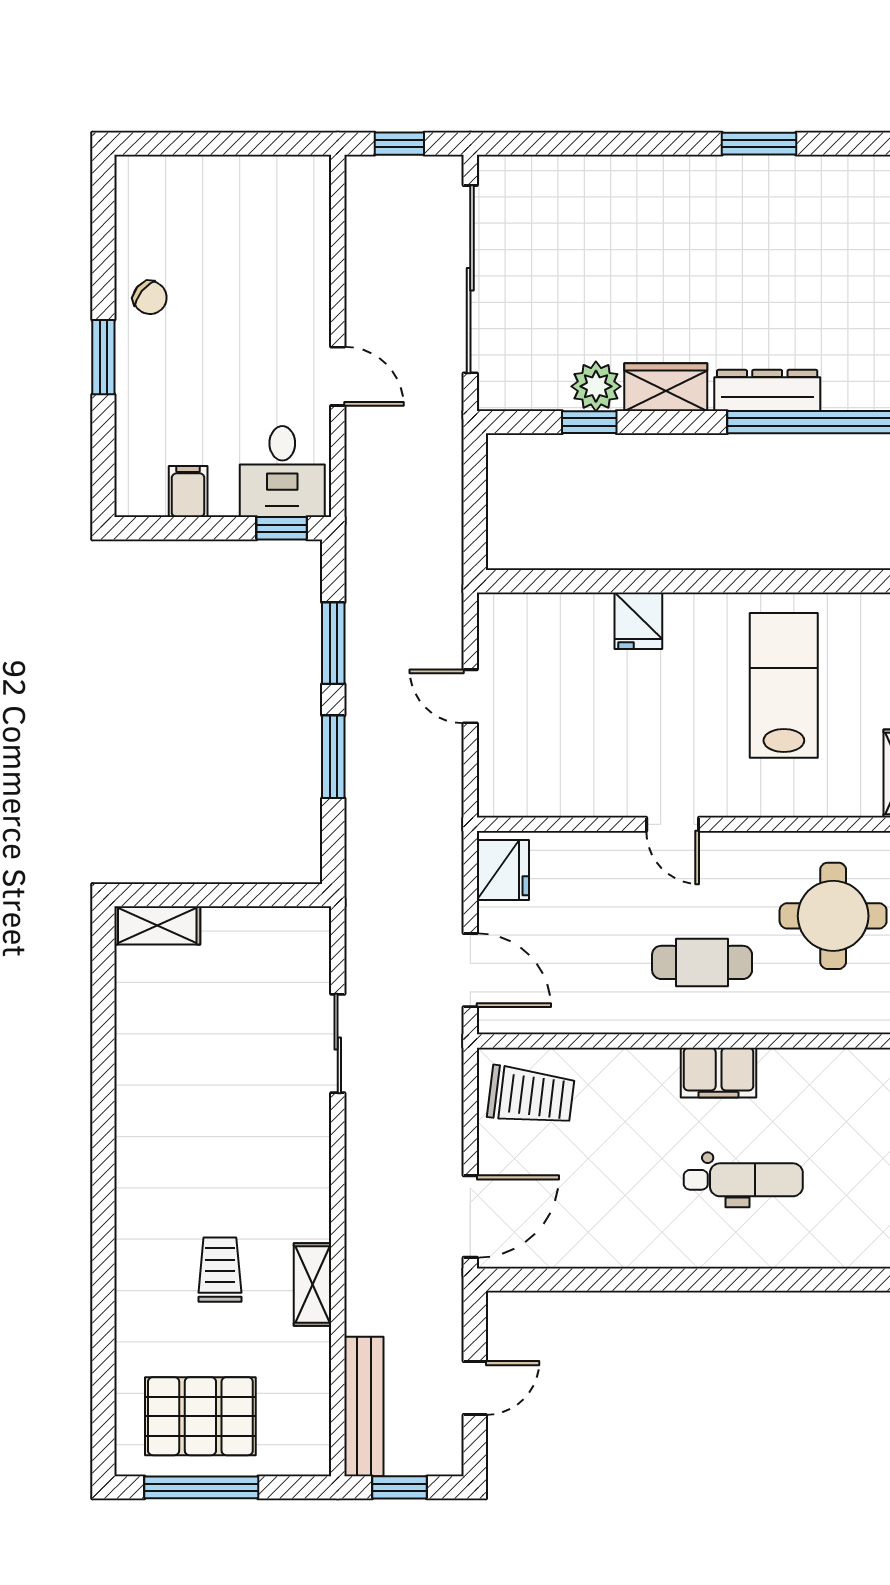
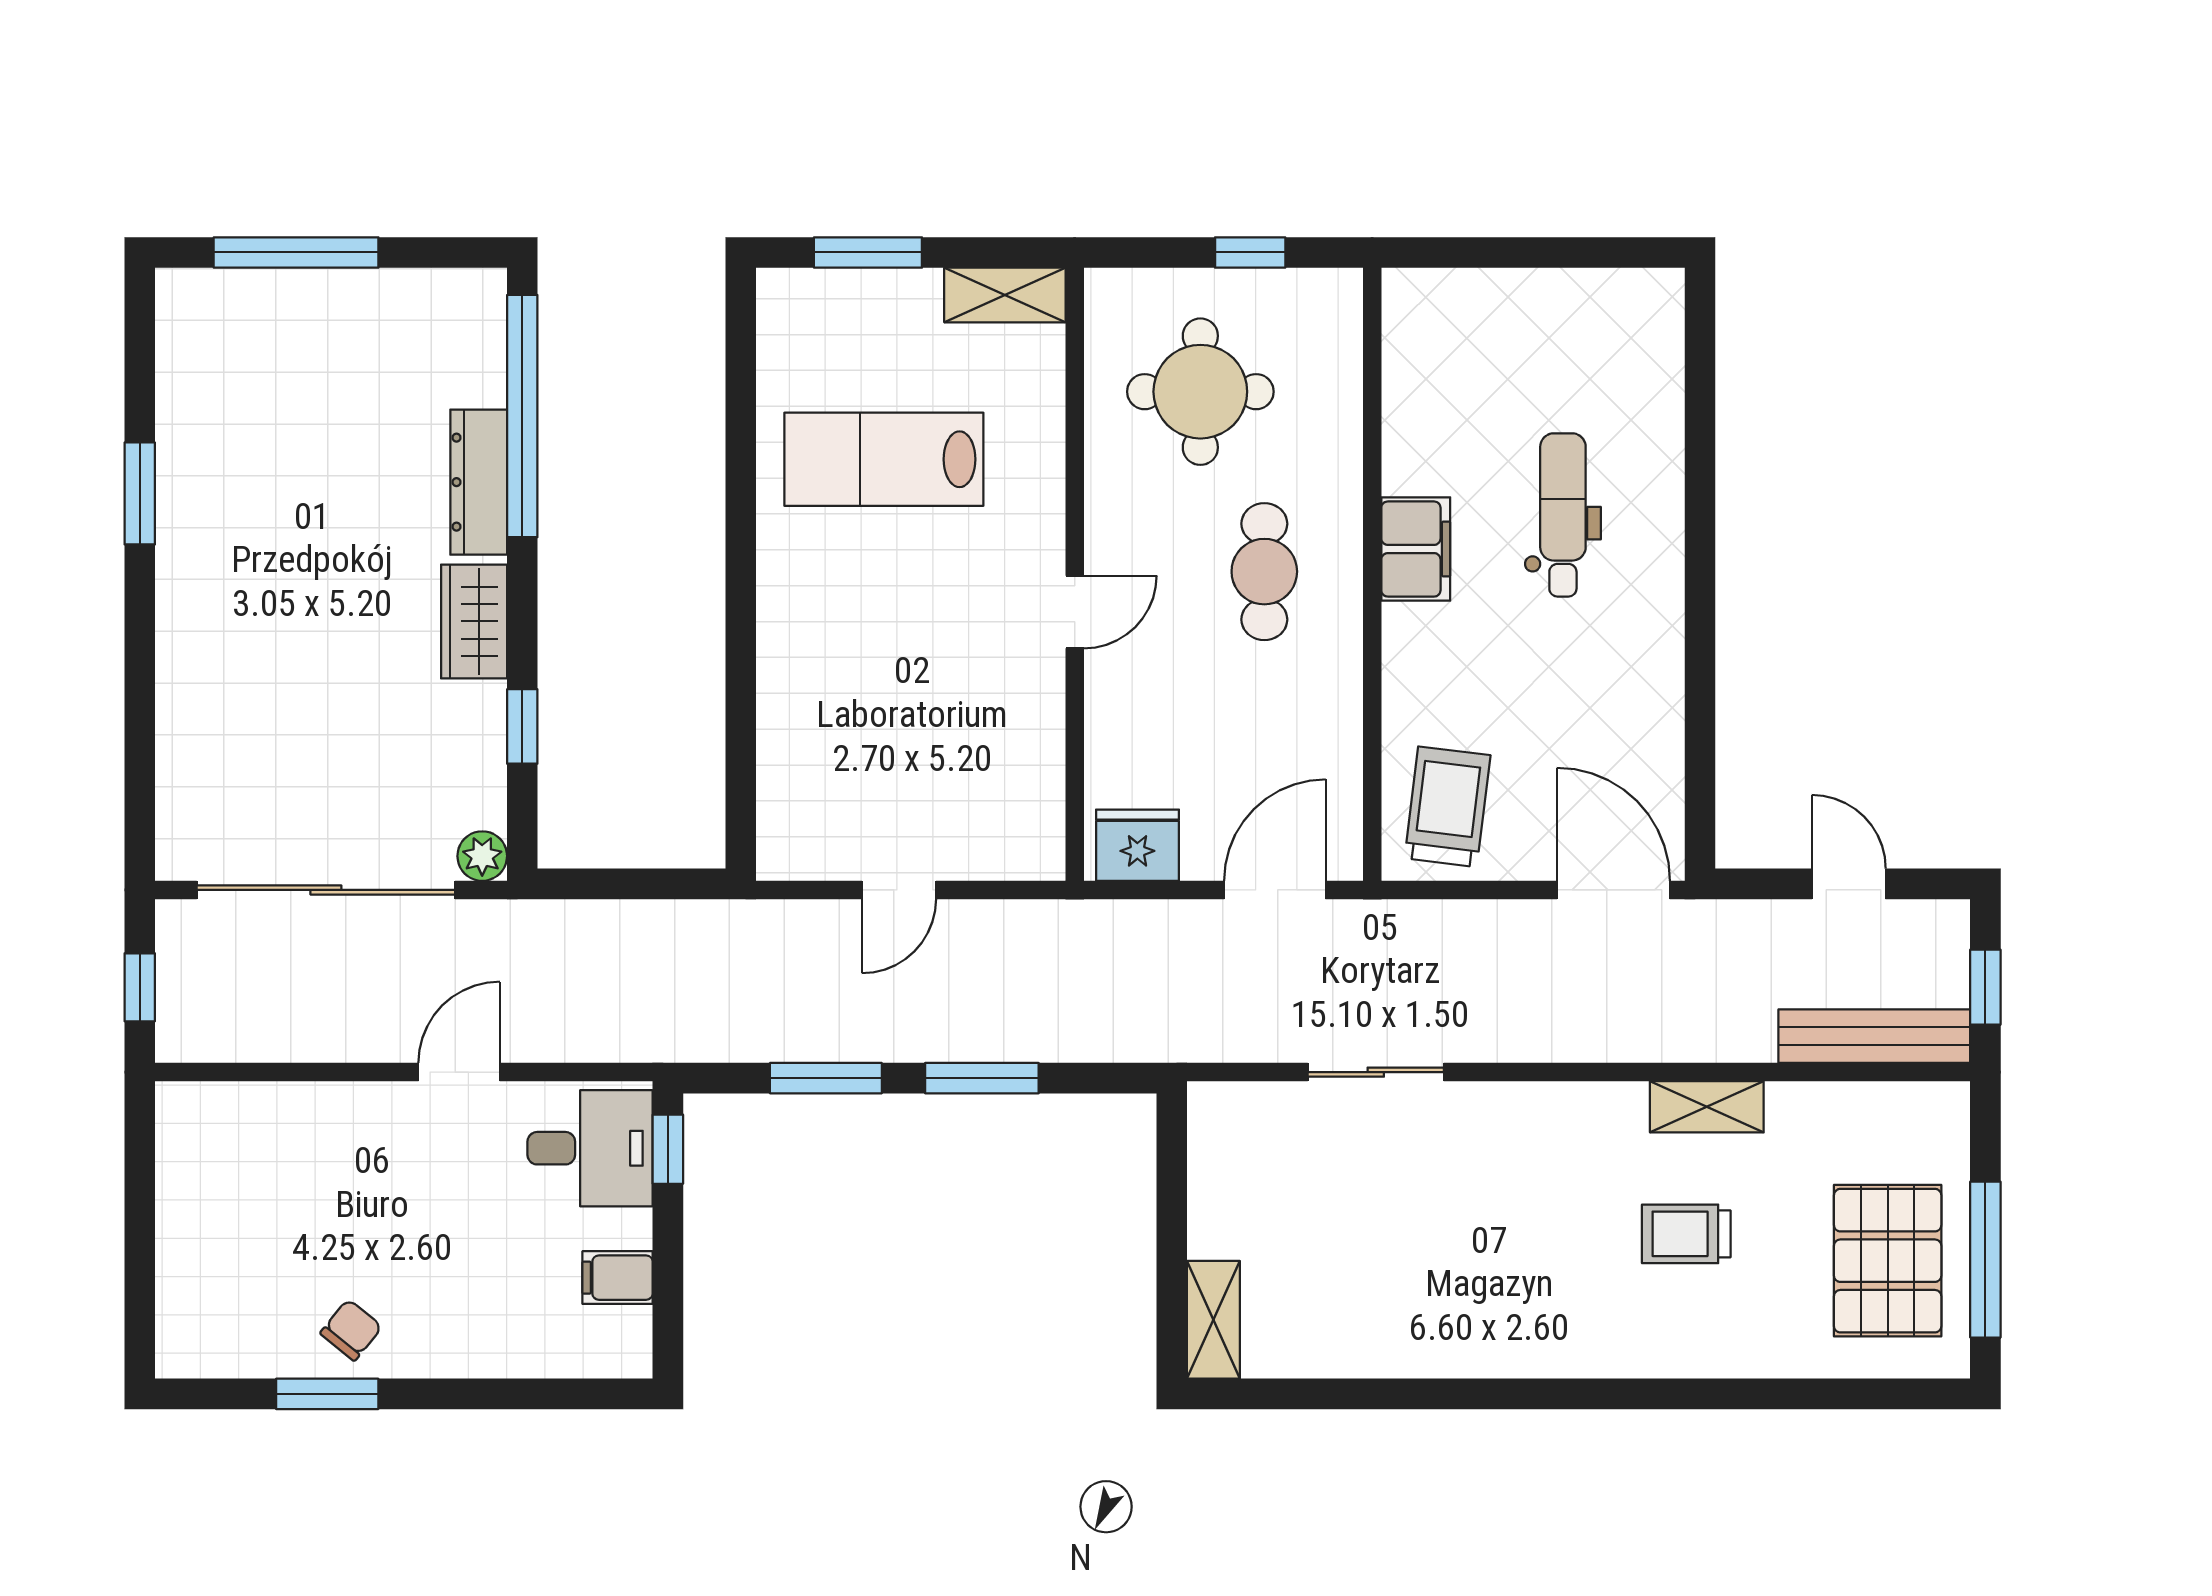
window: (103, 357) -> (327, 1394), moved
plant: (596, 386) -> (482, 856), moved, width x0.73, depth x0.73
fridge: (638, 621) -> (795, 659), removed

